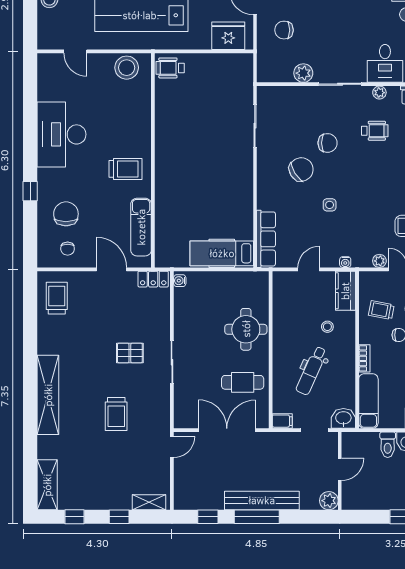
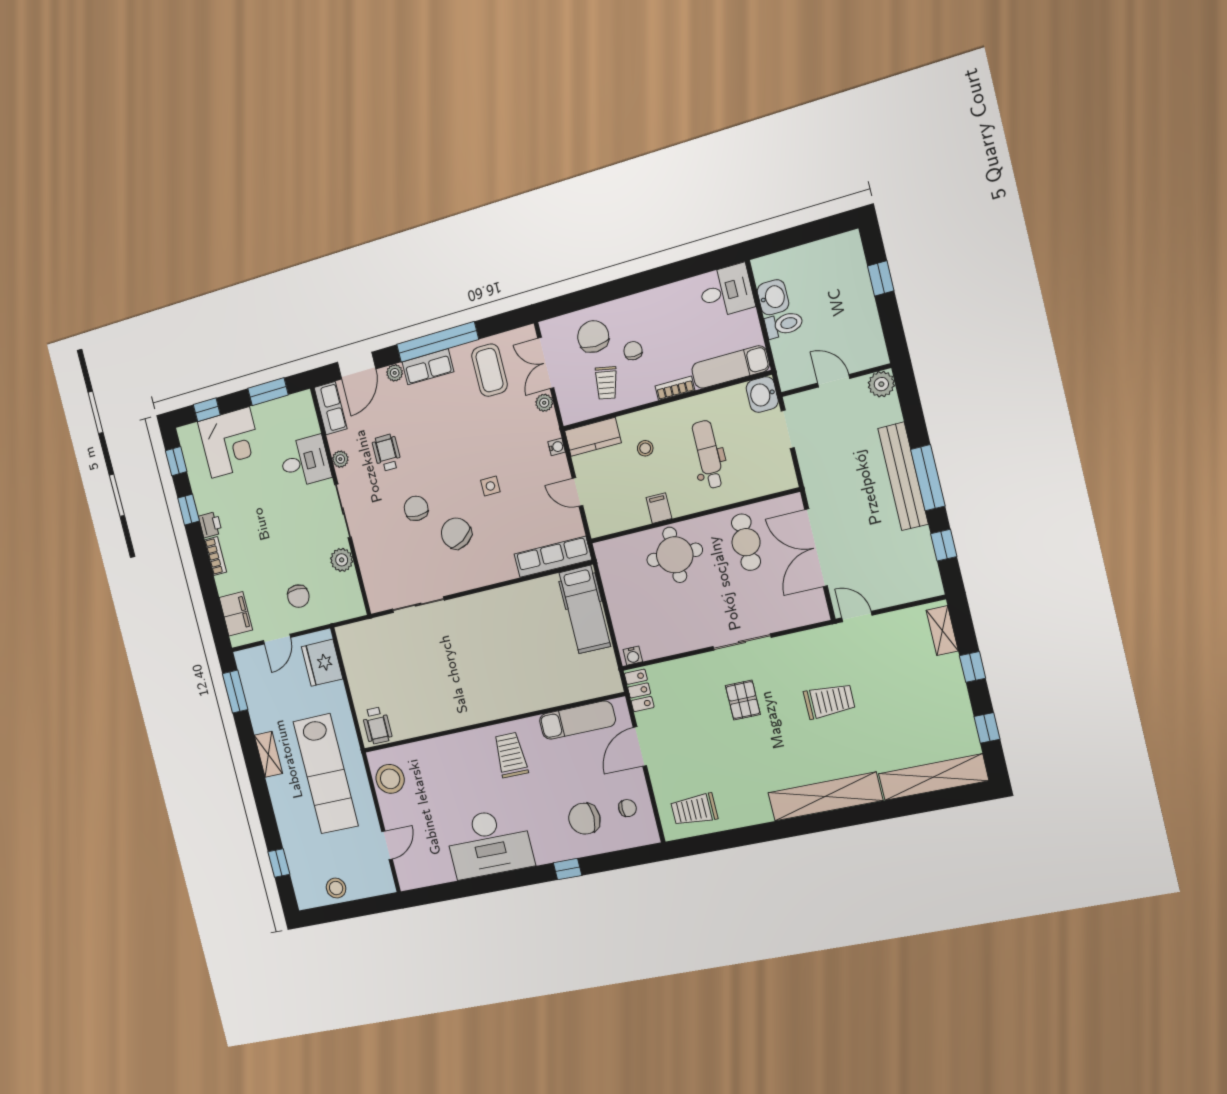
dental chair: (311, 371) -> (708, 455), turned -114
filing cabinet: (282, 421) -> (659, 508), moved
shelving: (47, 485) -> (933, 777), width x1.47

